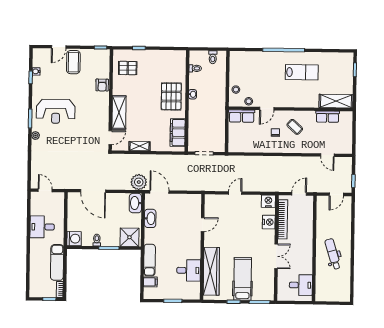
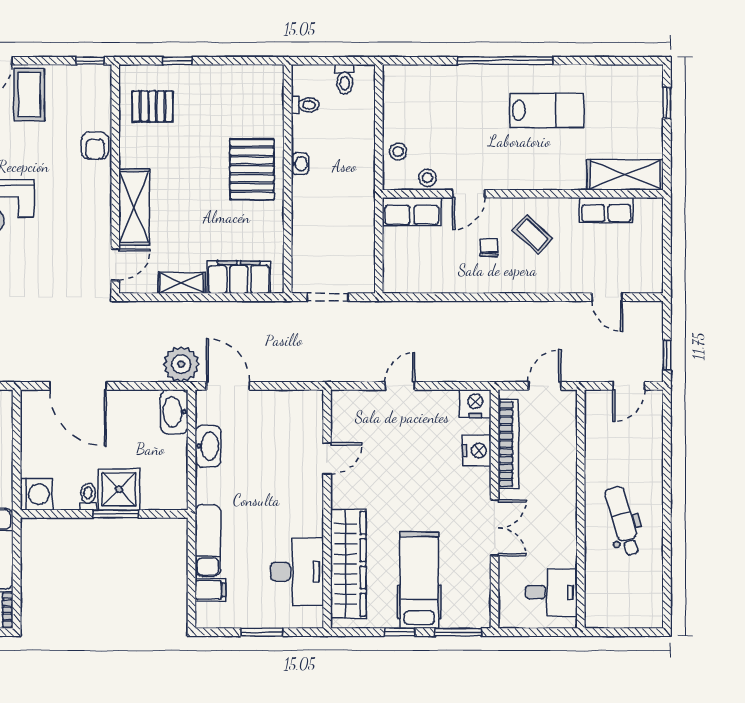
filing cabinet: (178, 133) -> (239, 277), moved, turned 90
shower: (129, 237) -> (119, 489), moved
desk: (189, 270) -> (297, 572), width x1.37

